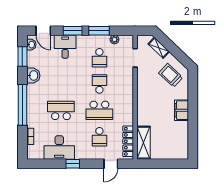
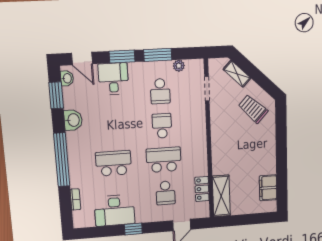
school desk: (99, 110) -> (164, 160), turned 180
filing cabinet: (182, 110) -> (268, 188), moved
locker: (128, 141) -> (202, 189), width x0.66

